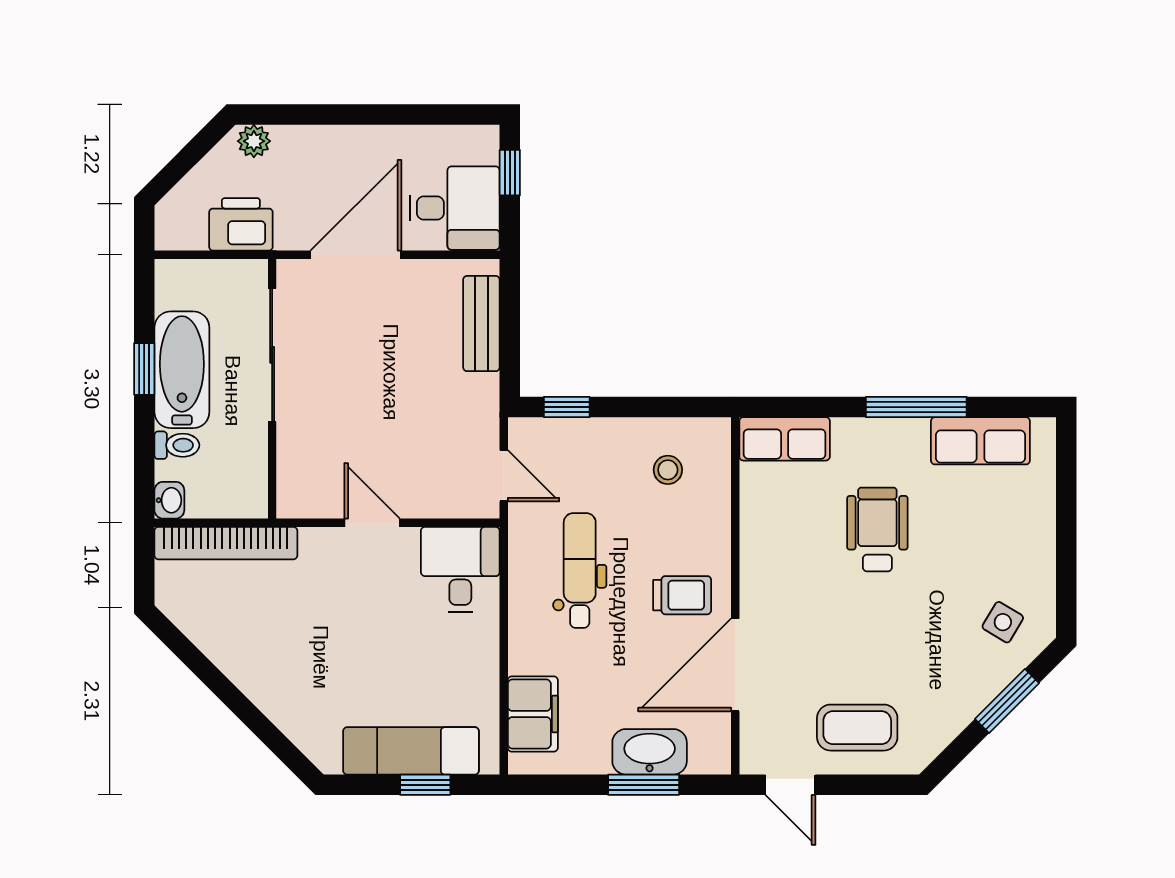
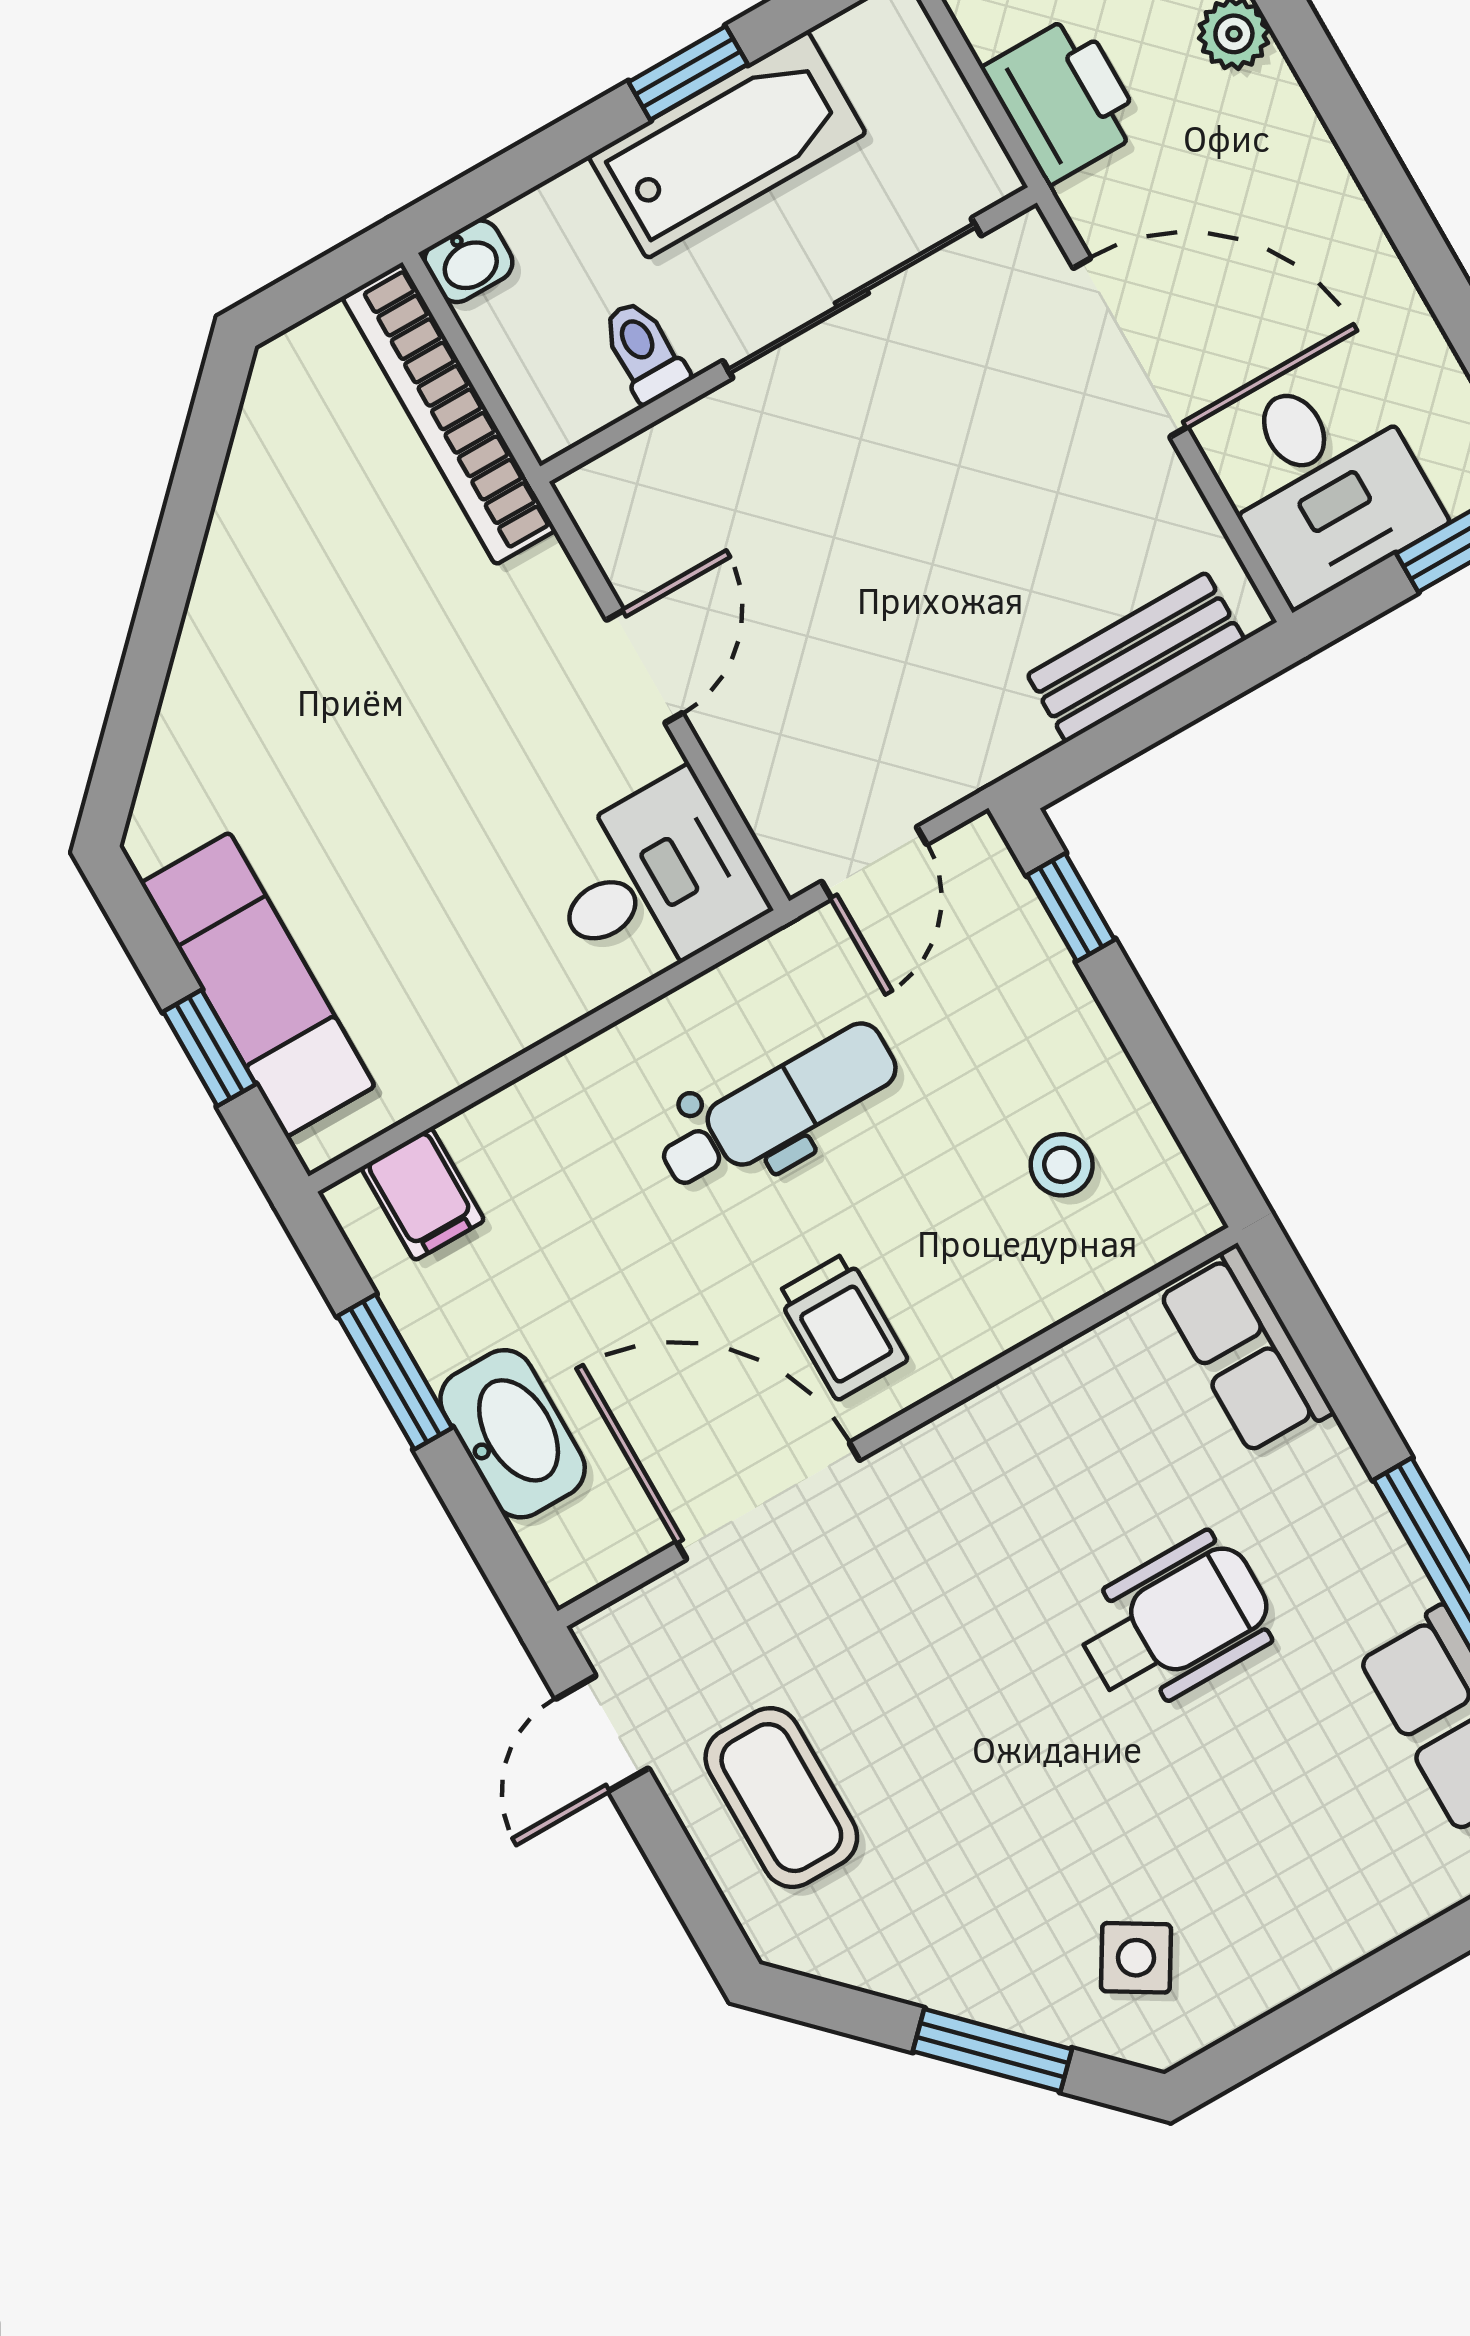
toilet: (177, 445) -> (644, 351), moved, turned 180
filing cabinet: (533, 714) -> (423, 1194), width x0.50
window: (644, 785) -> (395, 1372), moved

